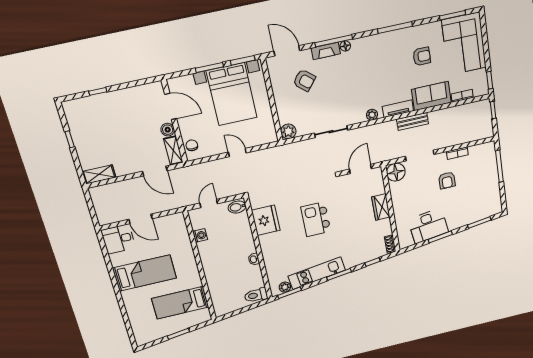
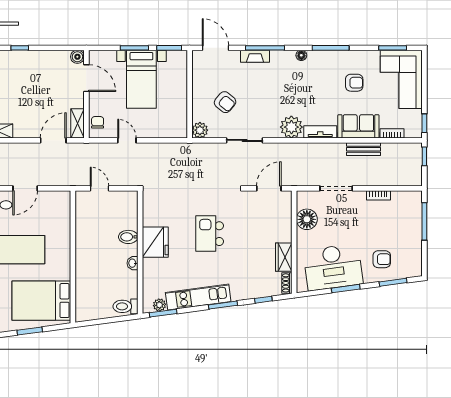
floor lamp: (345, 46) -> (301, 55), moved
armchair: (304, 80) -> (225, 102), moved
bed with nightstands: (232, 94) -> (141, 79), width x0.73
plant: (372, 115) -> (291, 127), width x1.87, depth x1.87
bench: (412, 121) -> (364, 149), moved
boiler: (168, 130) -> (77, 57), moved
door: (237, 153) -> (127, 140), moved
door: (155, 171) -> (53, 140), swing flipped
floor lamp: (396, 172) -> (307, 219), moved
armchair: (447, 180) -> (382, 259), moved, turned -90
door: (209, 203) -> (100, 188), hinge flipped
bidet: (237, 207) -> (128, 237), moved
wardrobe: (381, 207) -> (284, 257), moved
door: (140, 219) -> (25, 188), hinge flipped
fridge: (266, 220) -> (155, 242), moved
desk: (428, 226) -> (333, 267), width x1.36, depth x1.30
washing machine: (200, 235) -> (82, 222), removed
bed: (180, 303) -> (41, 301), width x1.50

